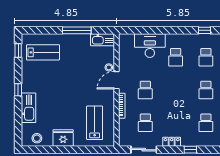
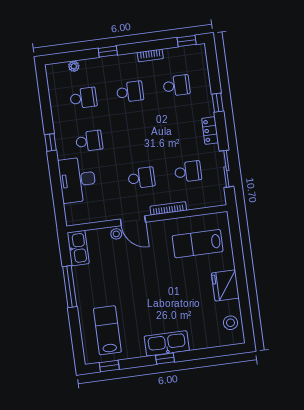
window: (204, 30) -> (50, 142), moved
kitchen sink: (28, 108) -> (167, 343), moved

